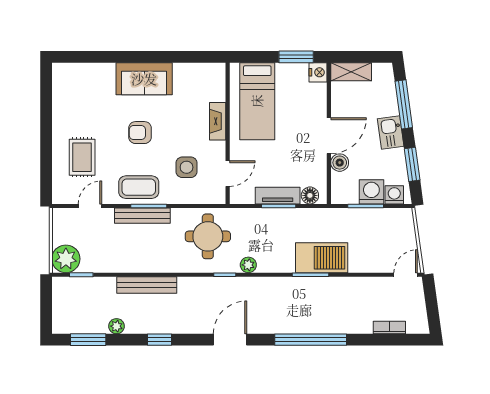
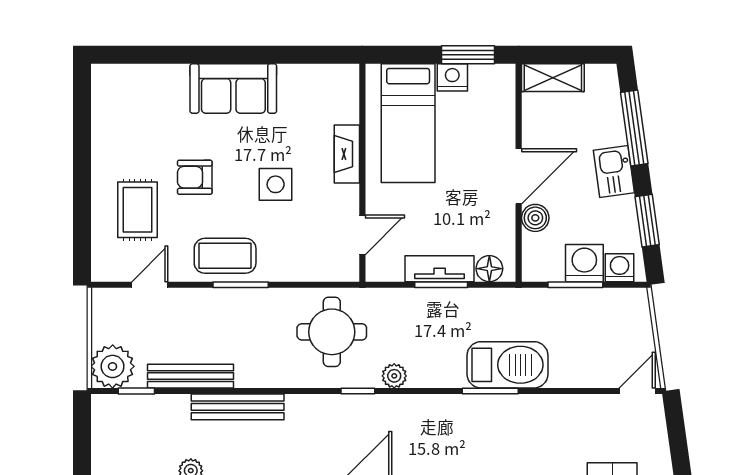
nightstand: (318, 72) -> (452, 77), moved, turned -90
armchair: (140, 133) -> (195, 177), moved
side table: (187, 167) -> (276, 184), moved
bench: (142, 216) -> (190, 376), moved

